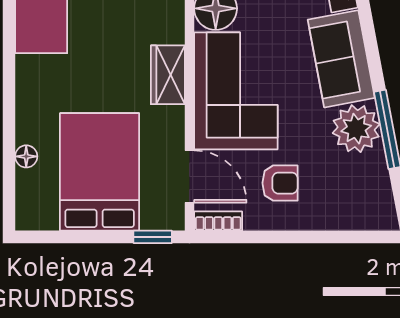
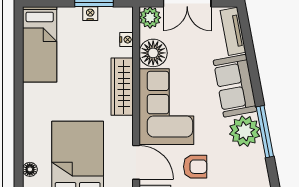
wardrobe: (168, 75) -> (122, 87), width x1.50
floor lamp: (26, 156) -> (30, 169), moved

